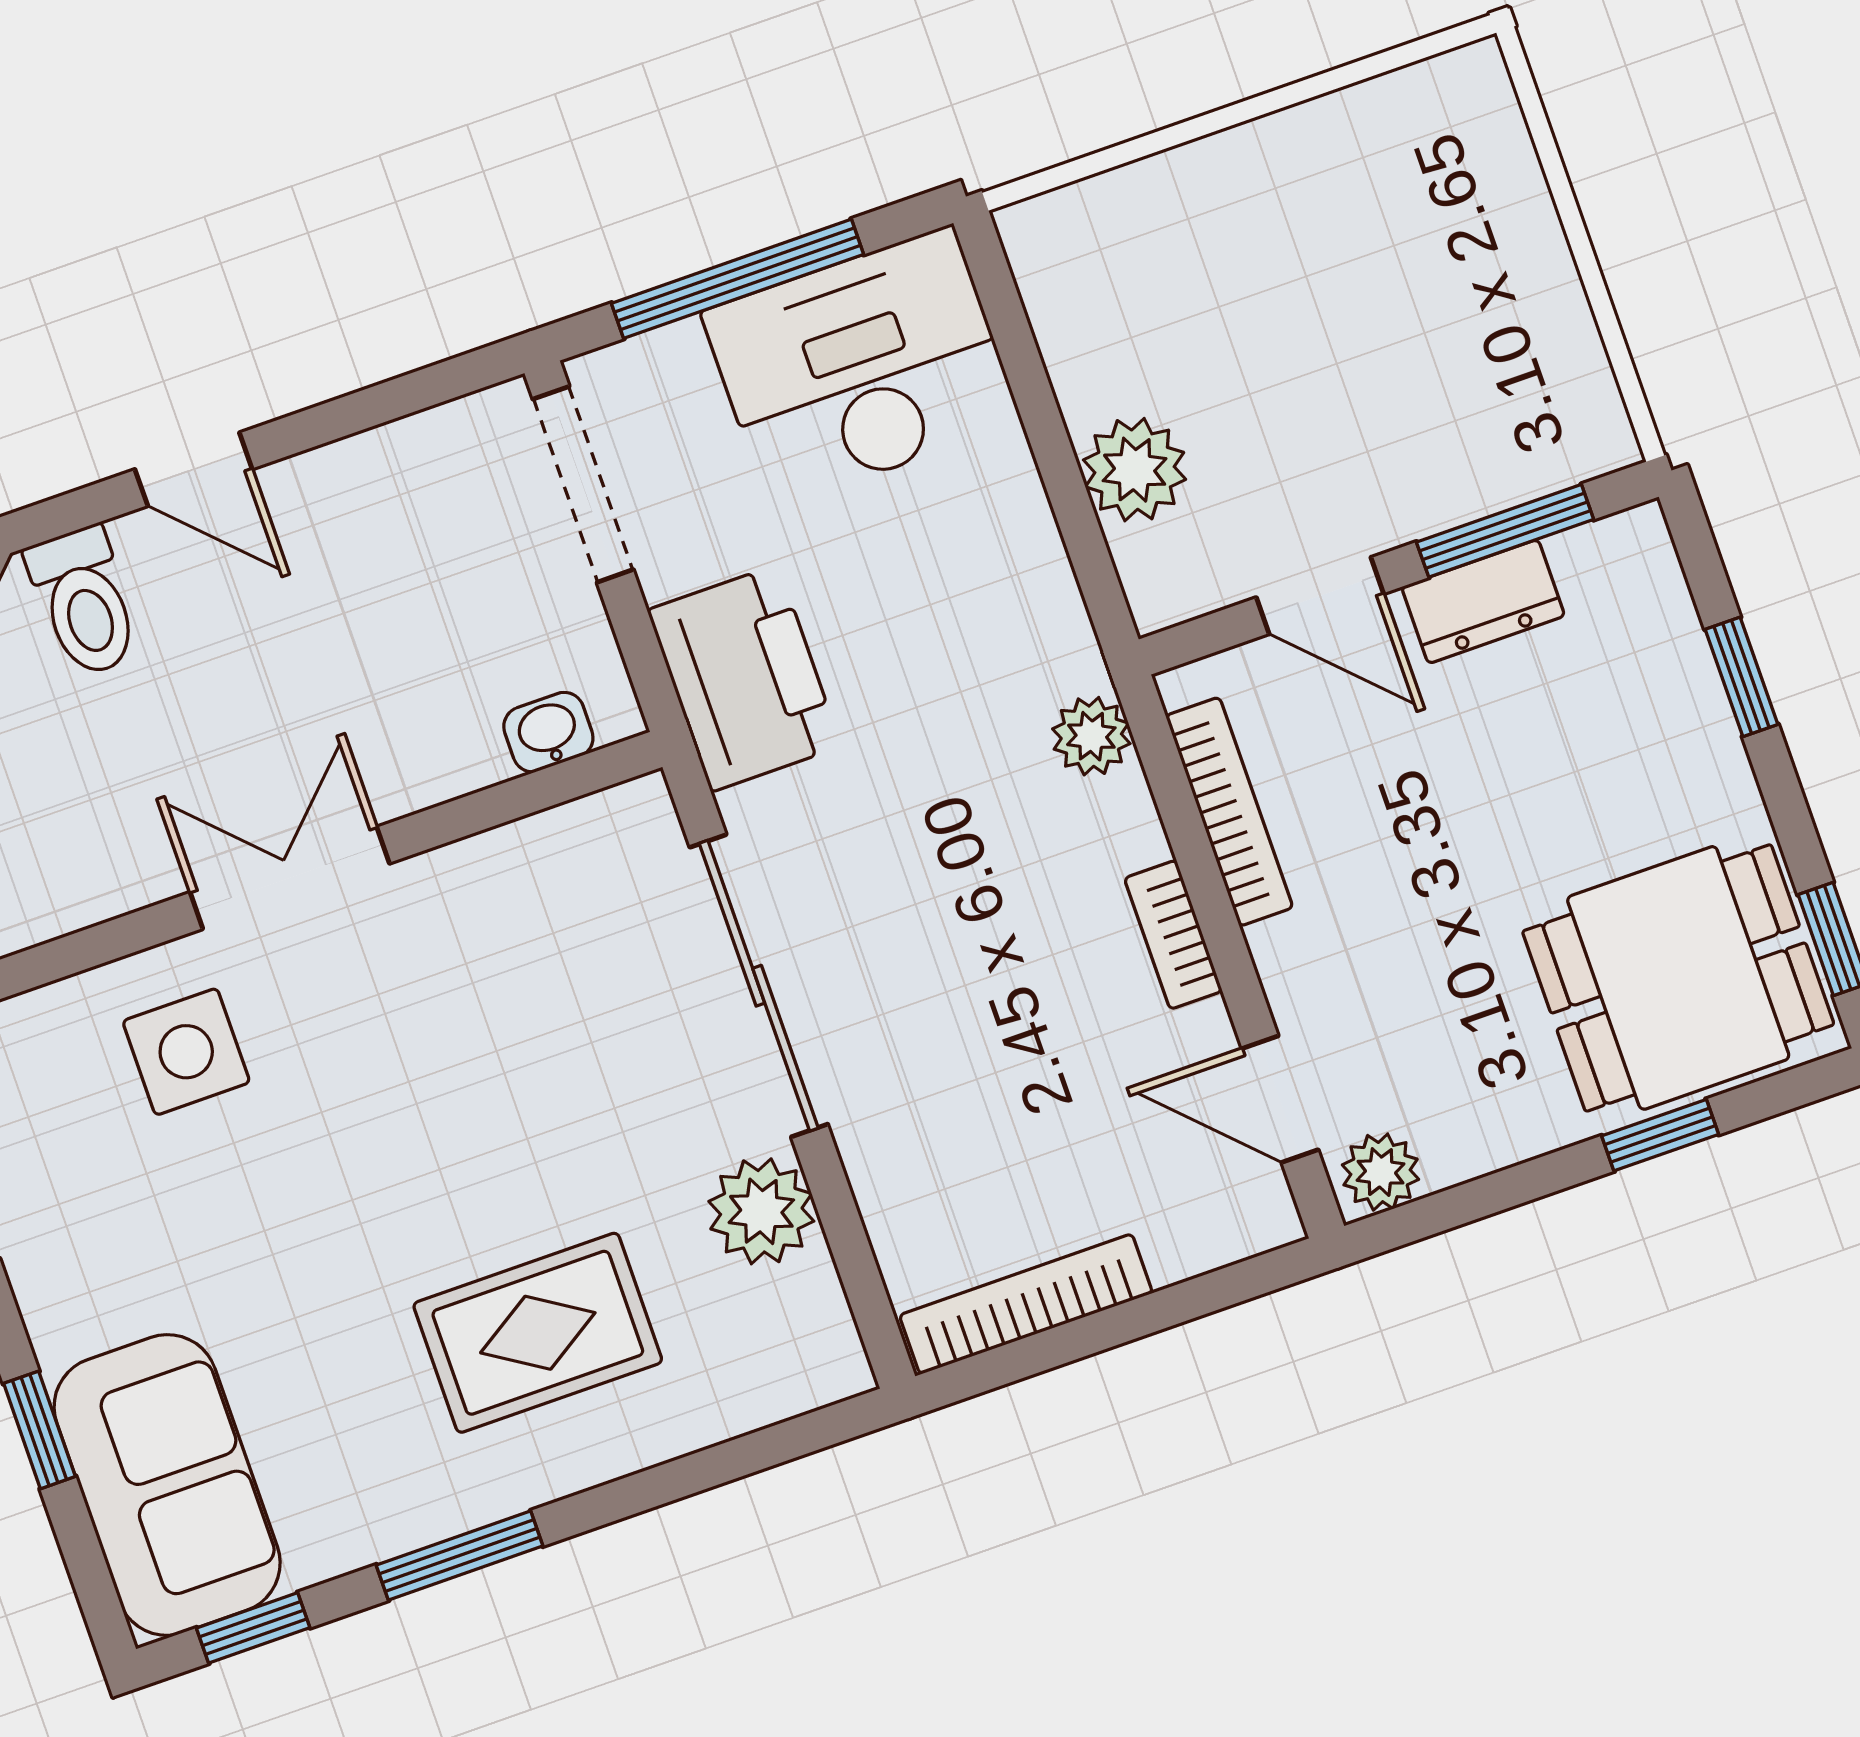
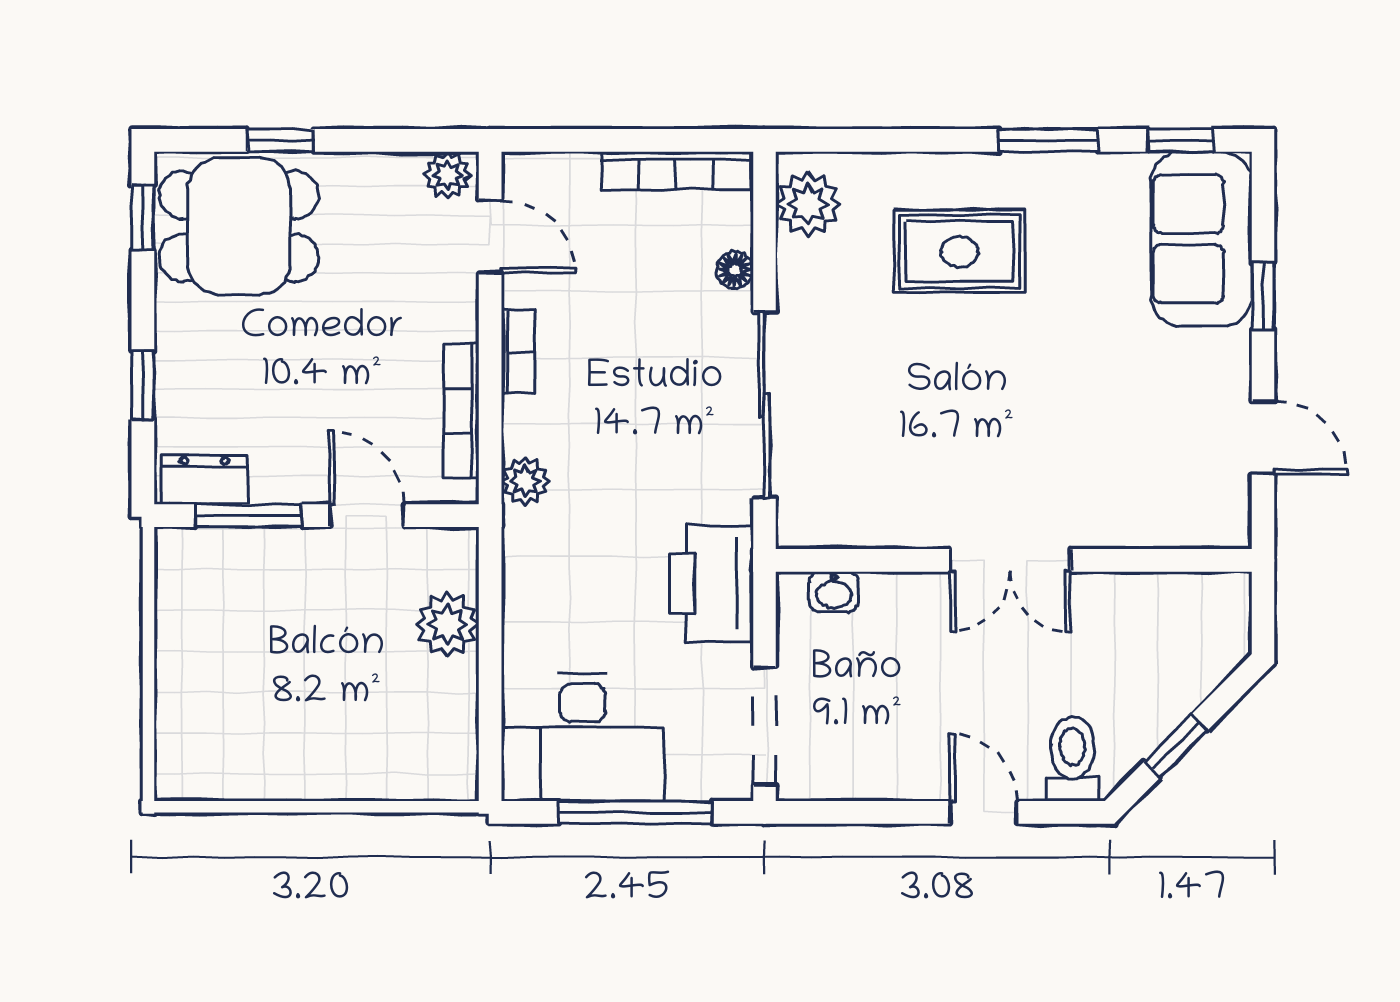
dresser: (1483, 601) -> (204, 480), moved
side table: (186, 1052) -> (1104, 482), removed
floor lamp: (879, 1181) -> (735, 270), added
plant: (761, 1211) -> (808, 204), moved

